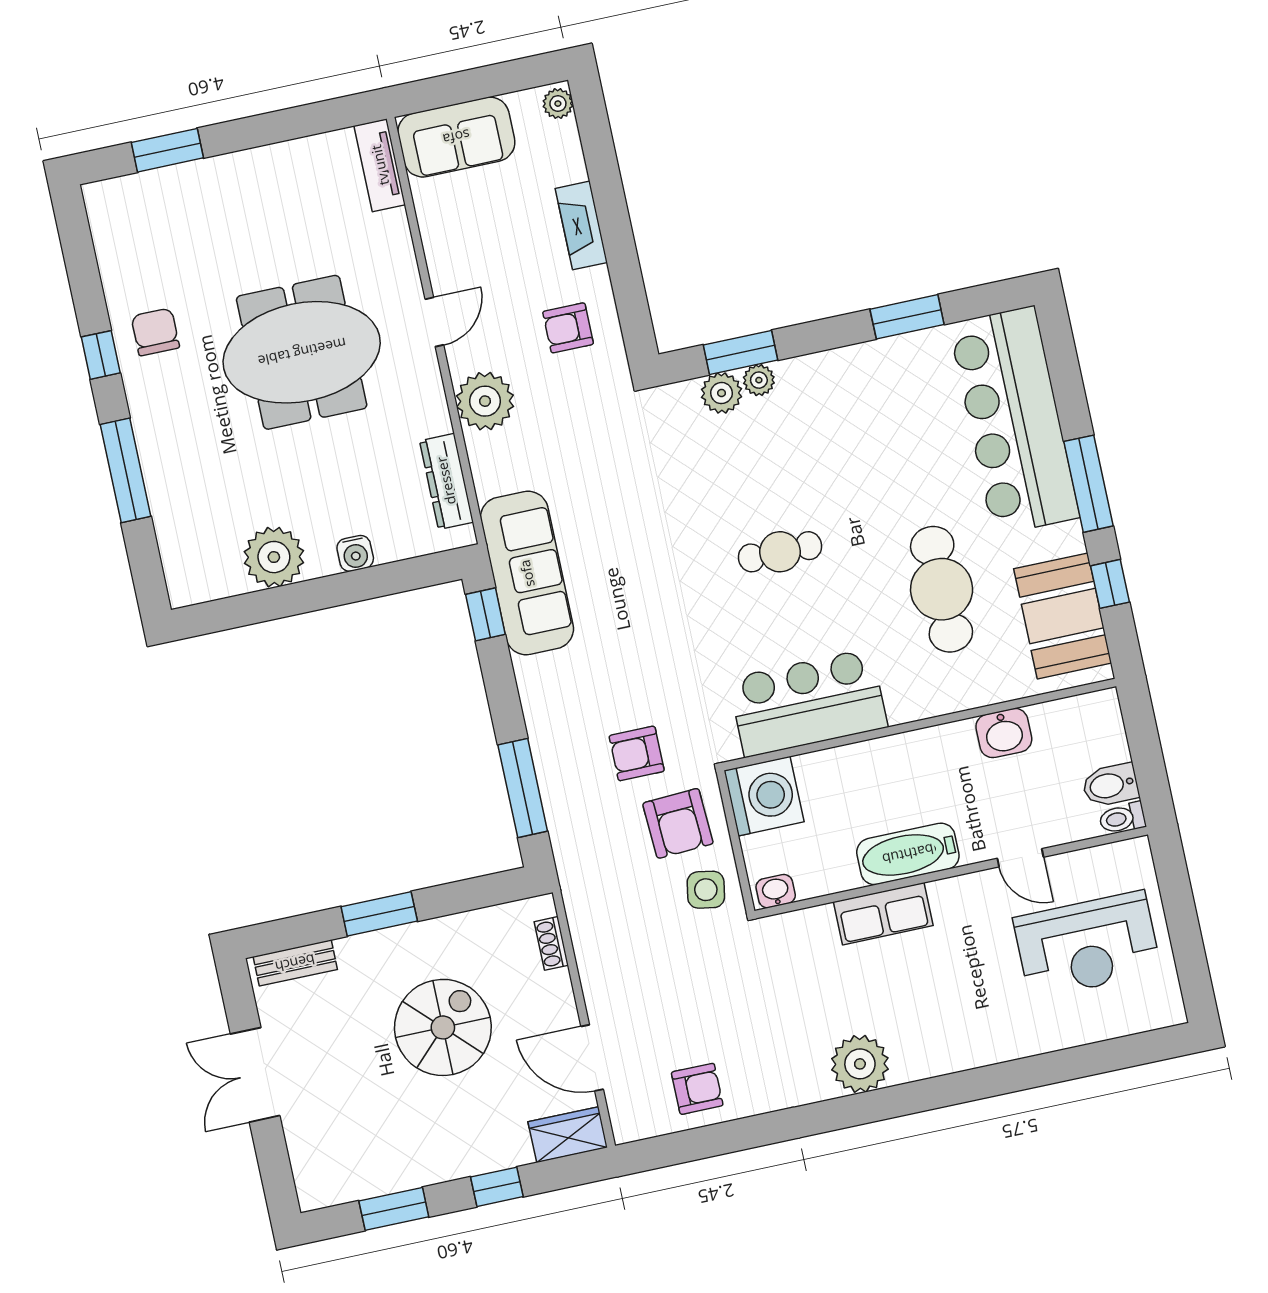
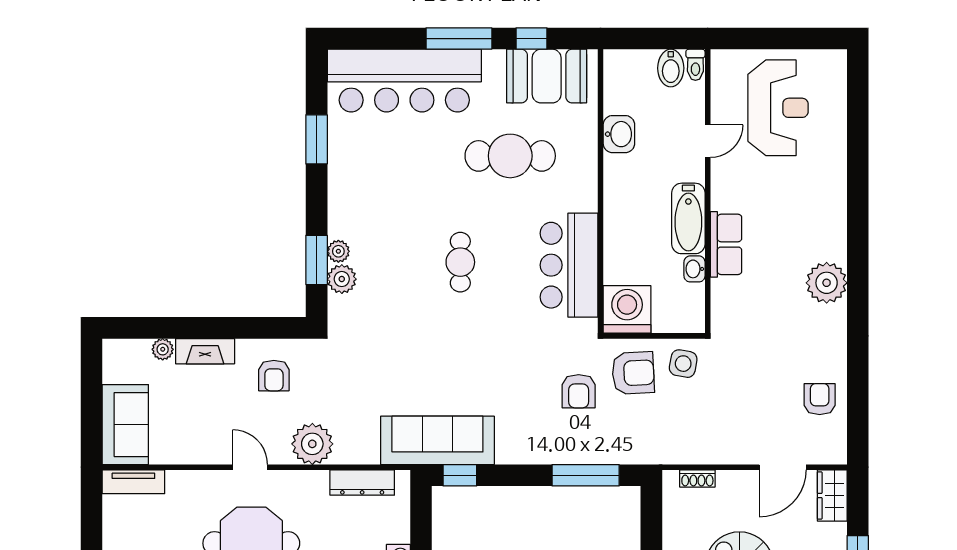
plant: (558, 104) -> (163, 349), moved
washbasin: (776, 891) -> (694, 269), moved

